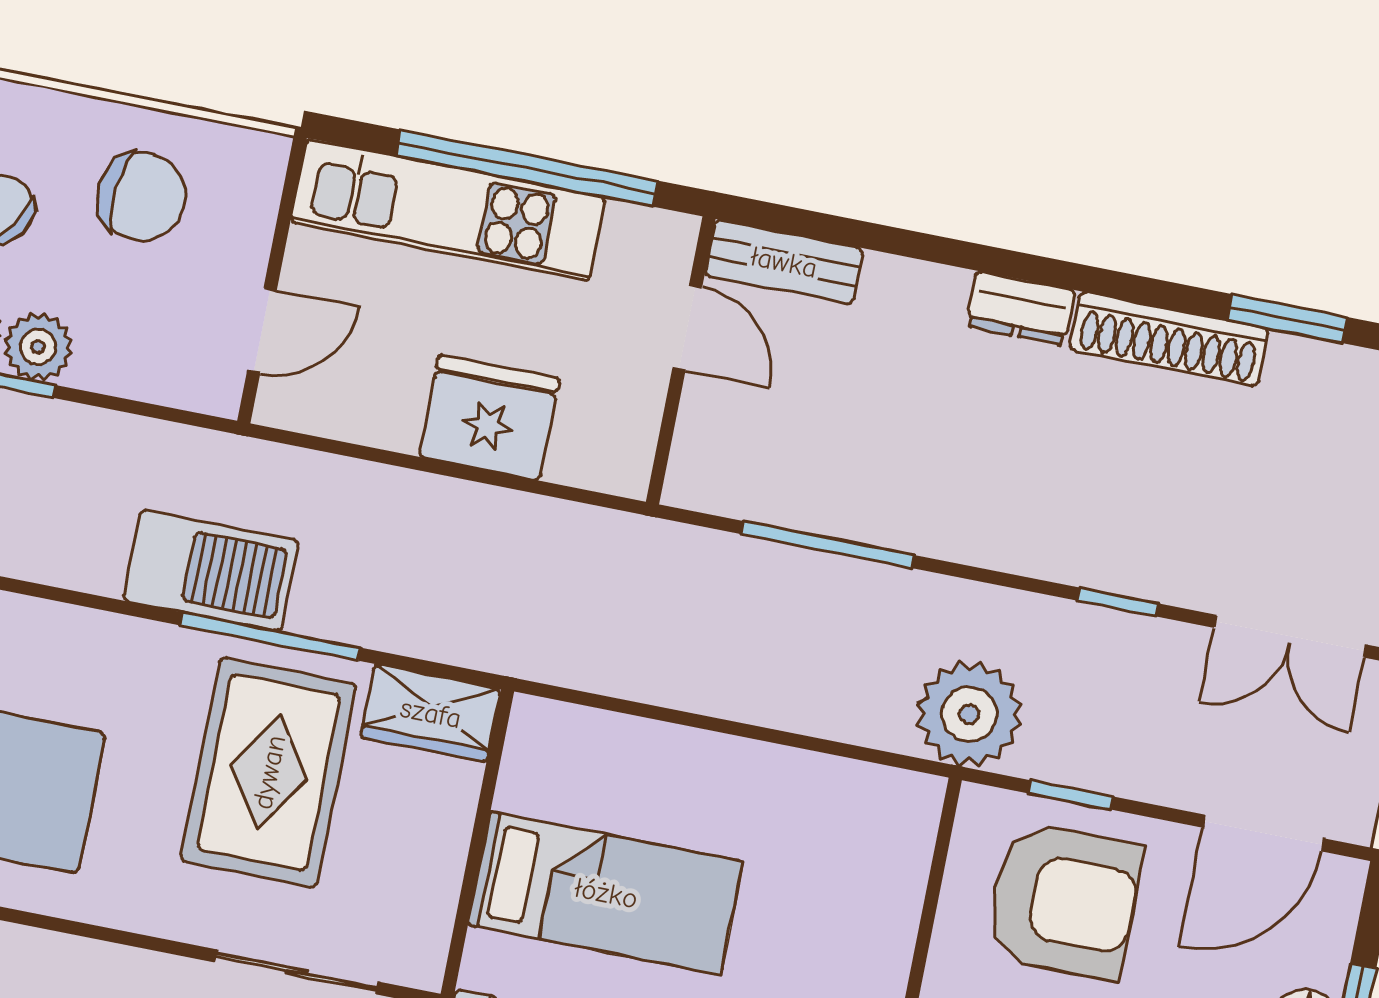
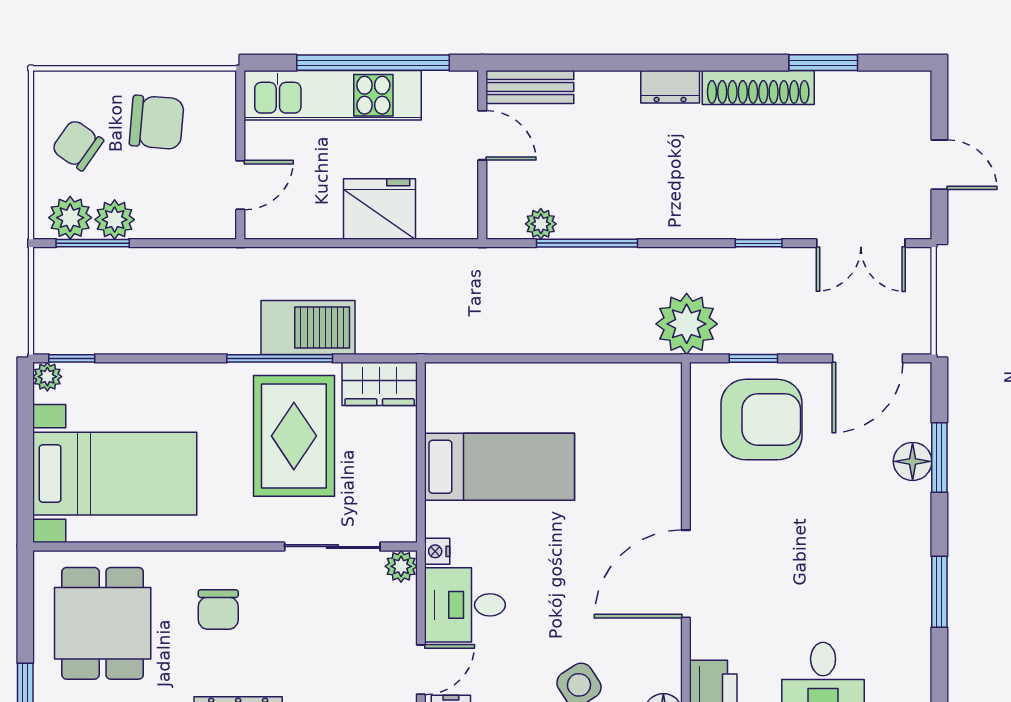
plant: (756, 497) -> (541, 224), added
barbecue: (211, 570) -> (308, 327), moved

